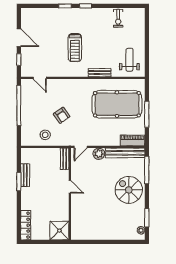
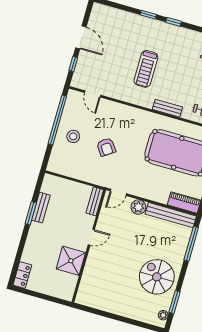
stool: (45, 135) -> (73, 136), moved
door: (70, 187) -> (91, 237), hinge flipped
spiral stairs: (129, 190) -> (157, 277), moved
locker: (26, 225) -> (22, 275), width x0.66
shower: (59, 231) -> (71, 261), moved

